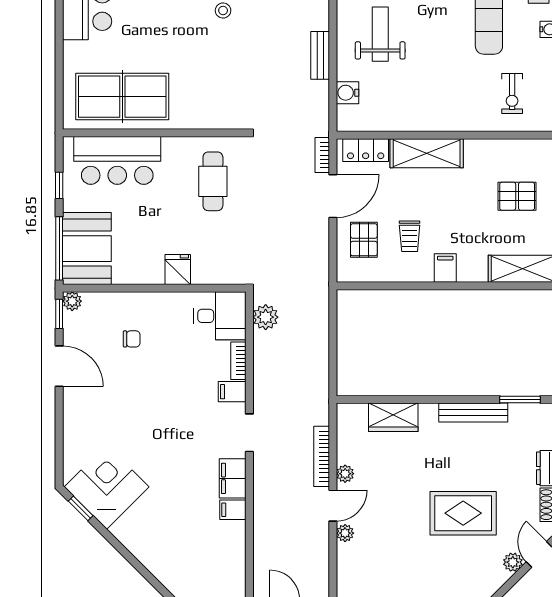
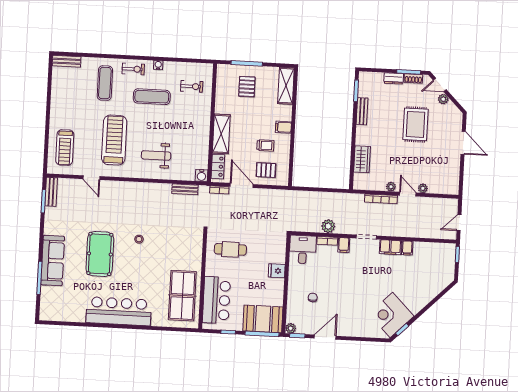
bench: (320, 55) -> (185, 189), moved
water cooler: (347, 93) -> (201, 175), moved
plant: (266, 317) -> (328, 226), moved
bench: (473, 413) -> (362, 111), width x0.73

